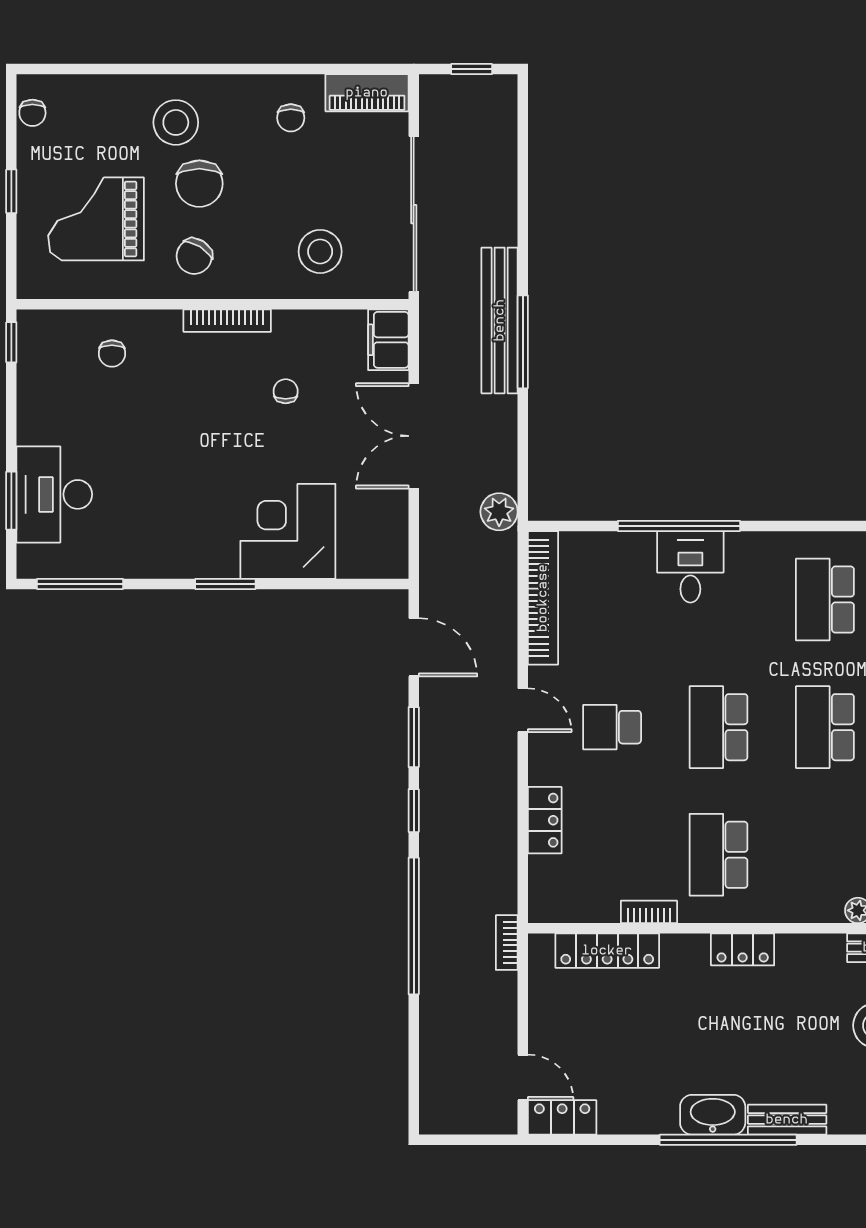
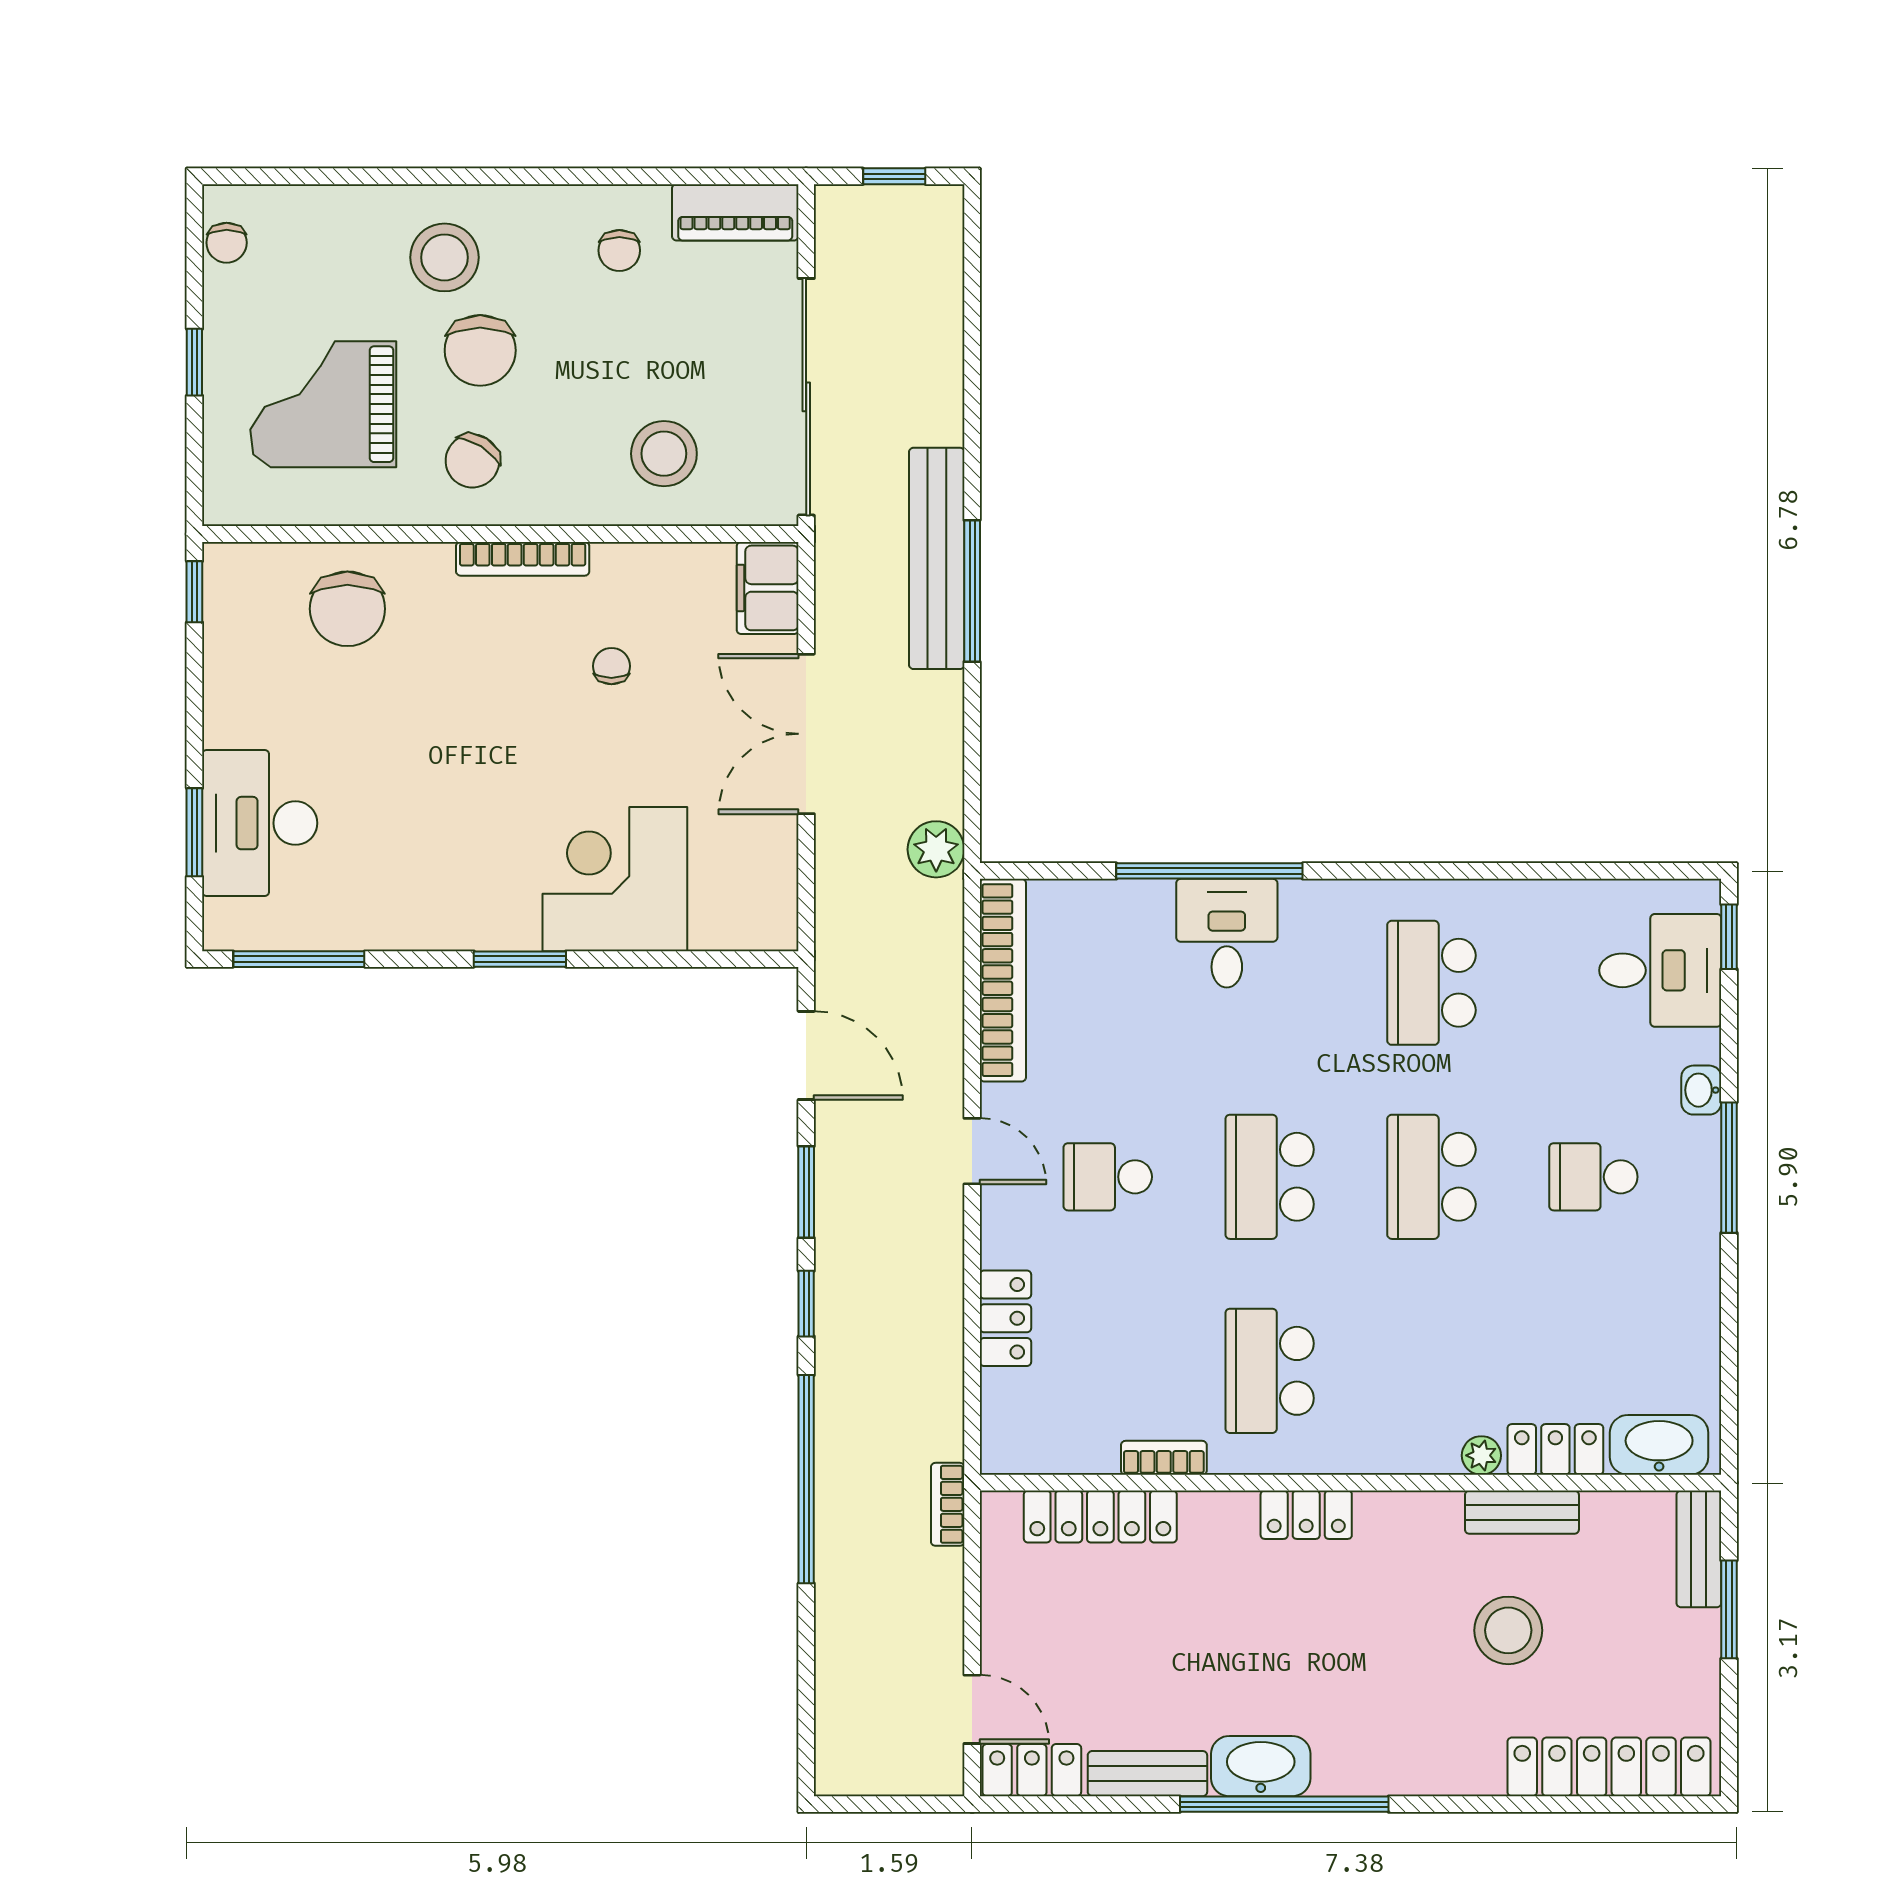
chair: (112, 354) -> (347, 609), width x1.87, depth x1.87
bench: (787, 1120) -> (1147, 1774), moved

